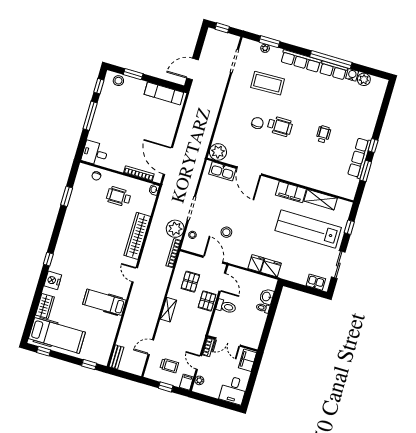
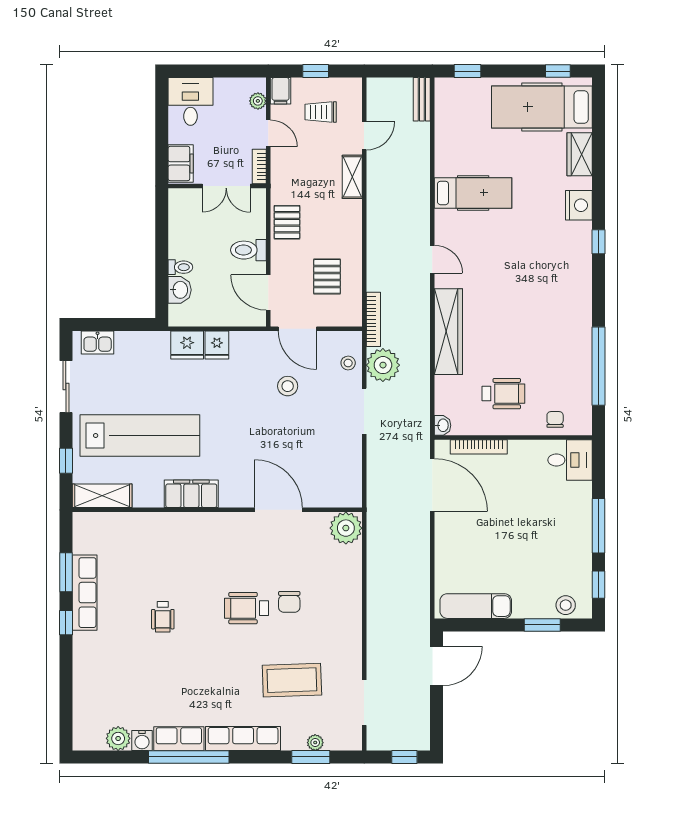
kitchen sink: (222, 171) -> (327, 495), removed
window: (67, 196) -> (599, 366), width x2.11
shelving: (321, 200) -> (102, 496), moved
pallet: (207, 301) -> (287, 222), moved
shelving: (168, 310) -> (352, 177), moved
double door: (228, 342) -> (226, 186), swing flipped

